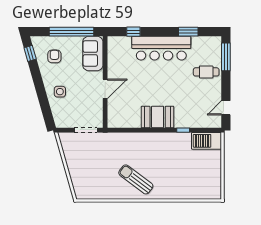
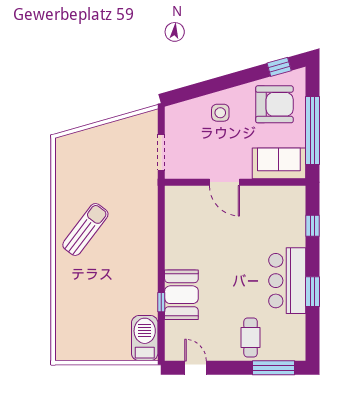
window: (188, 32) -> (312, 292), moved
bar counter: (161, 48) -> (287, 281), width x0.73
armchair: (54, 56) -> (274, 104), width x1.88, depth x1.88
booth: (158, 117) -> (181, 295), moved

